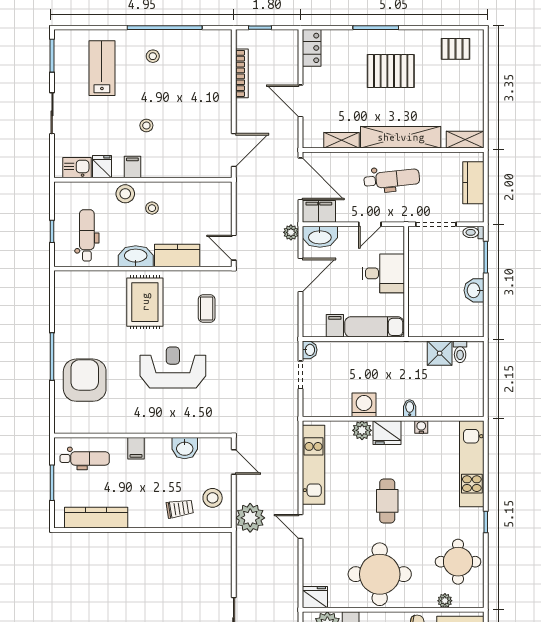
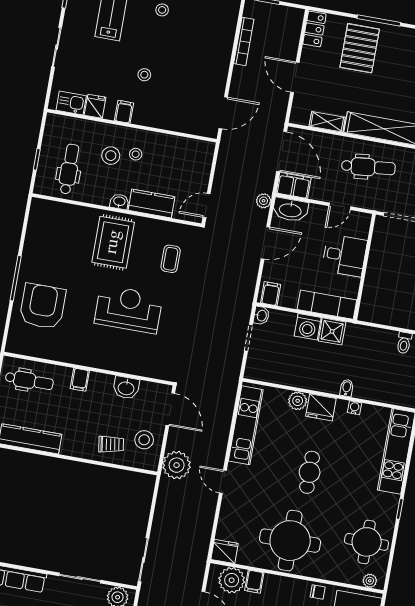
pallet: (391, 71) -> (360, 48), moved, turned 90
stool: (125, 194) -> (111, 156), moved
door: (234, 248) -> (207, 206), hinge flipped
washbasin: (136, 256) -> (119, 202), width x0.52, depth x0.69
filing cabinet: (335, 326) -> (271, 294), moved
shower: (440, 353) -> (332, 331), moved
washing machine: (364, 405) -> (308, 327), moved, turned 180
door: (234, 462) -> (170, 409), width x1.38
plant: (445, 601) -> (370, 581), moved

